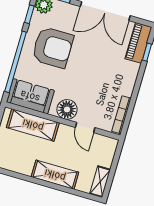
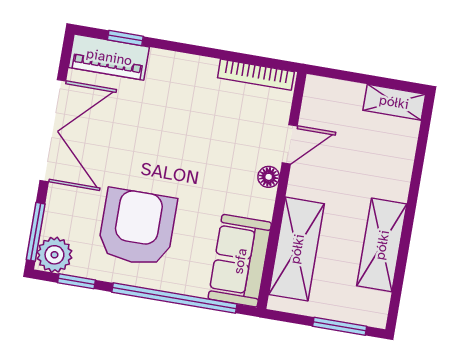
floor lamp: (67, 109) -> (269, 177), width x0.53, depth x0.53
shelving: (55, 175) -> (382, 245), moved

